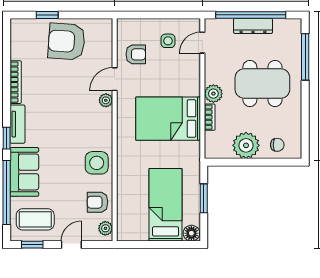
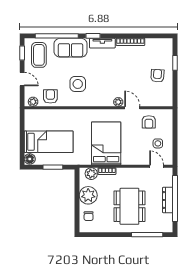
armchair: (66, 41) -> (157, 76), width x0.53, depth x0.53
plant: (213, 94) -> (91, 174), moved
side table: (97, 163) -> (78, 84), moved

